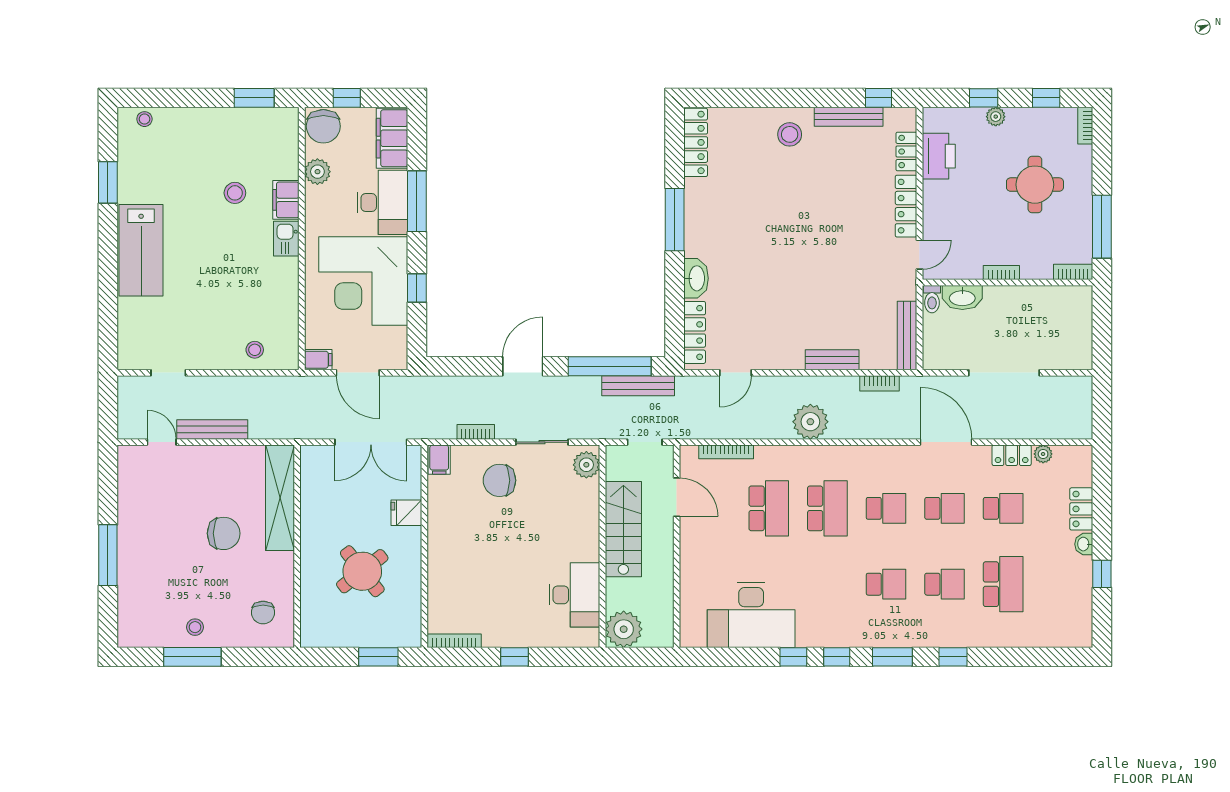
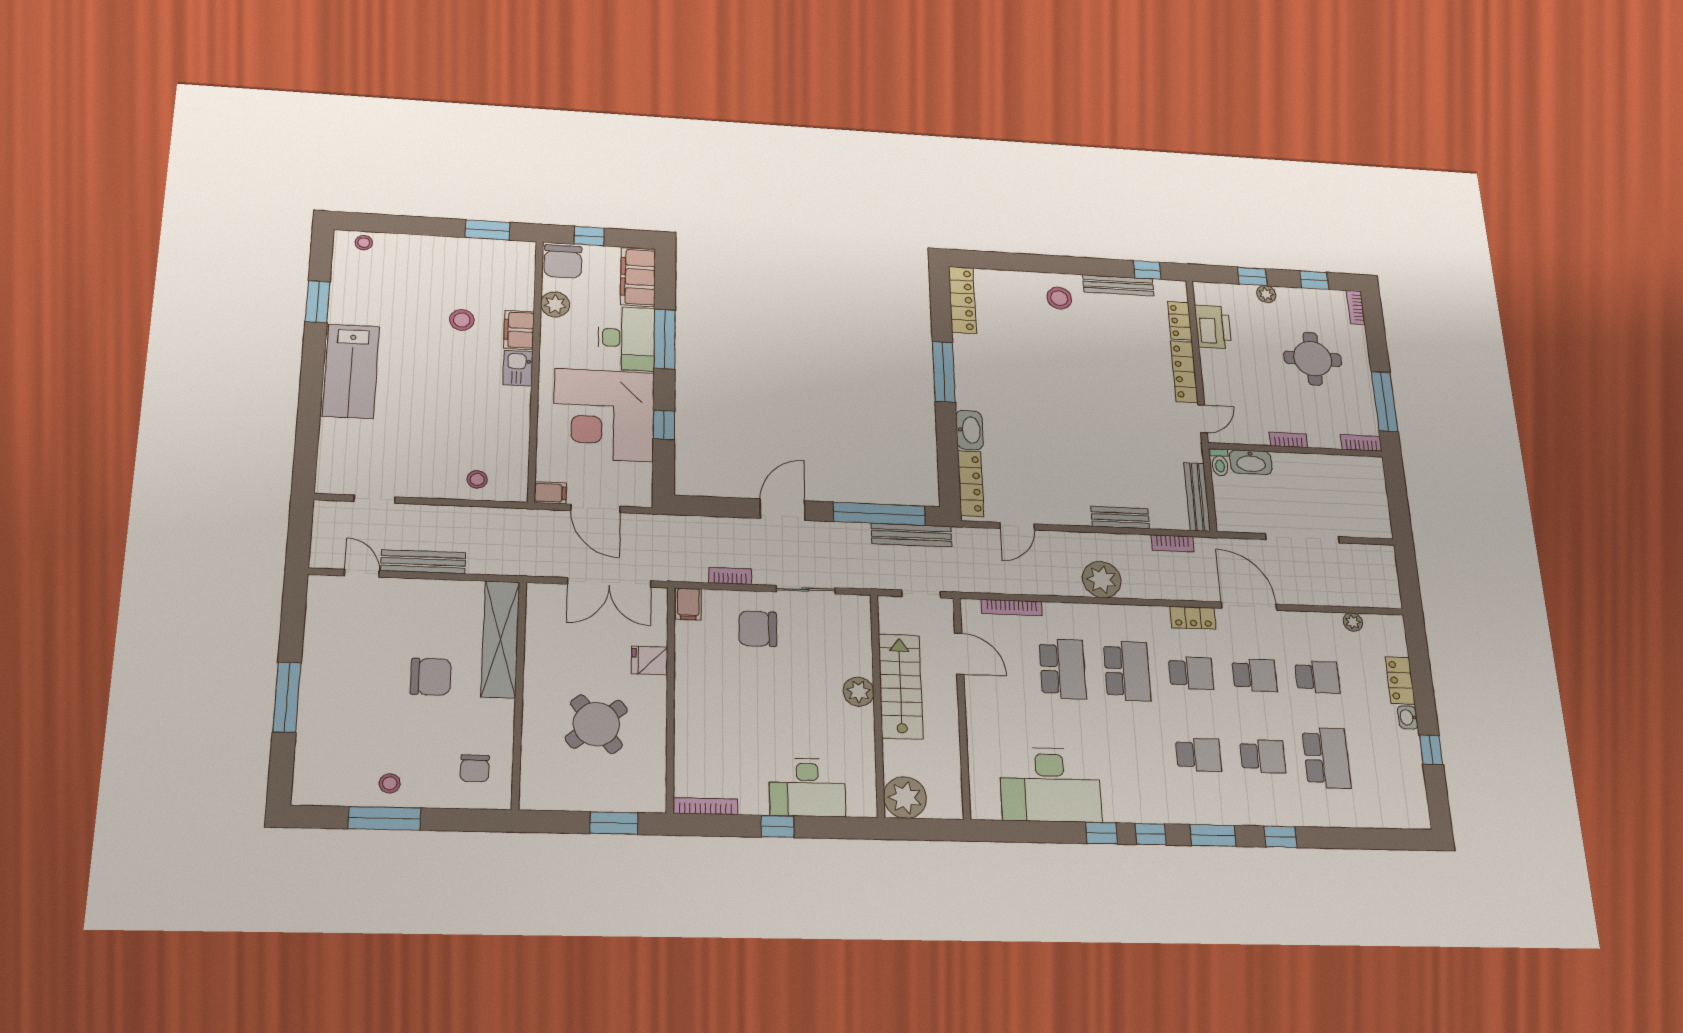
locker: (1012, 455) -> (1193, 618), moved
plant: (586, 465) -> (859, 692), moved
desk: (574, 595) -> (807, 787), moved, turned 90

